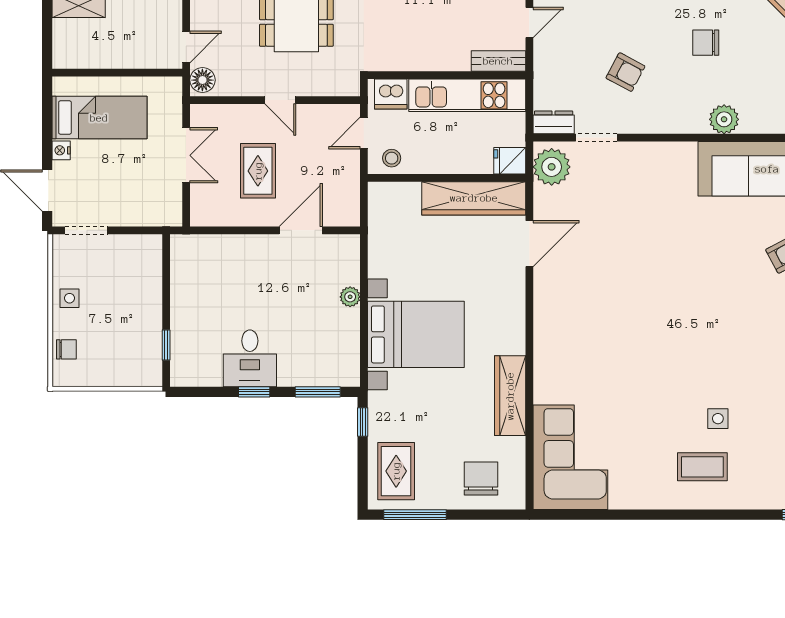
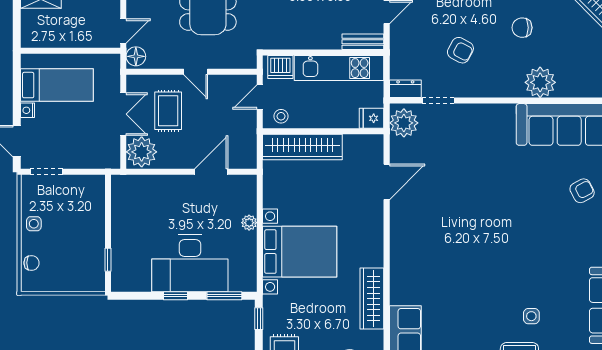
plant: (724, 119) -> (540, 82), width x1.36, depth x1.36
rug: (258, 171) -> (168, 111), moved
wardrobe: (474, 198) -> (302, 147), moved
plant: (210, 205) -> (142, 152), added
desk: (250, 358) -> (190, 263), width x1.87, depth x1.30

